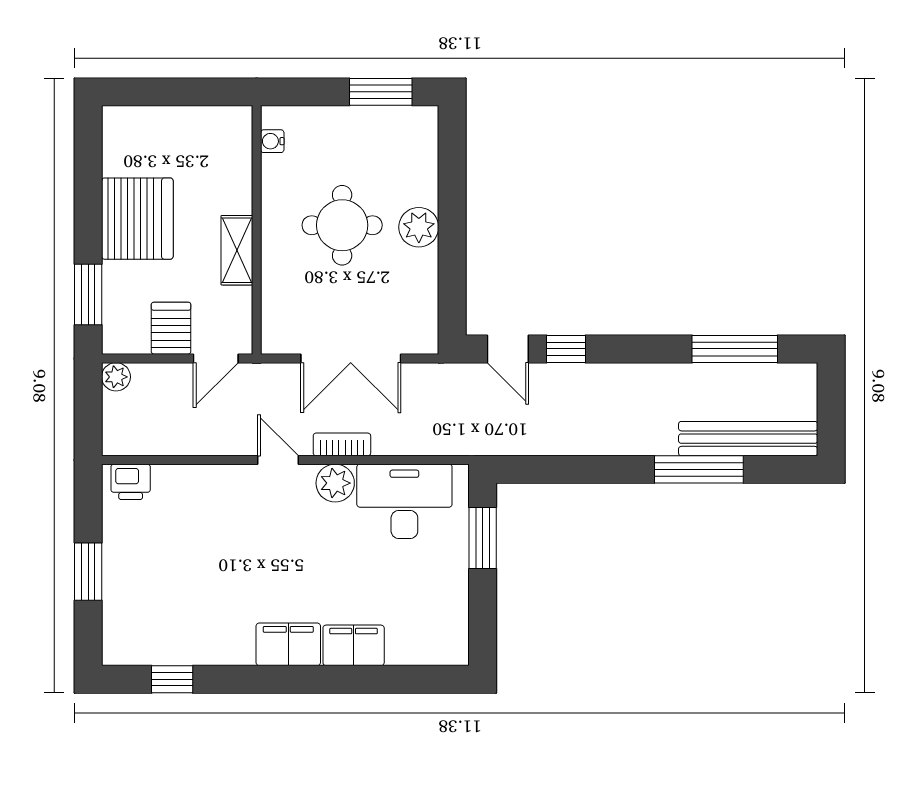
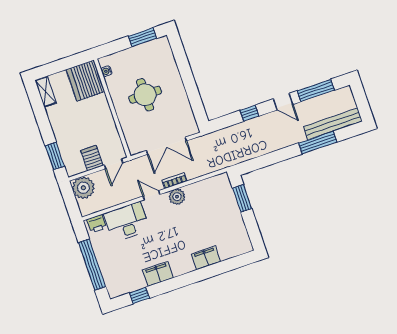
server rack: (137, 219) -> (85, 81), moved, turned 180
plant: (419, 227) -> (175, 85), removed
shelving: (237, 250) -> (46, 92), moved
door: (508, 349) -> (283, 102), moved
plant: (116, 377) -> (83, 188), width x1.87, depth x1.87
desk: (404, 501) -> (127, 222), moved
window: (88, 572) -> (92, 265), width x2.11
filing cabinet: (288, 644) -> (158, 274), moved

